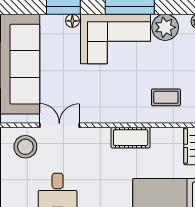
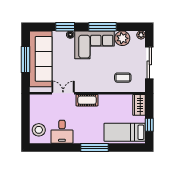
cot: (131, 138) -> (87, 100), moved
stool: (25, 147) -> (39, 130), moved

